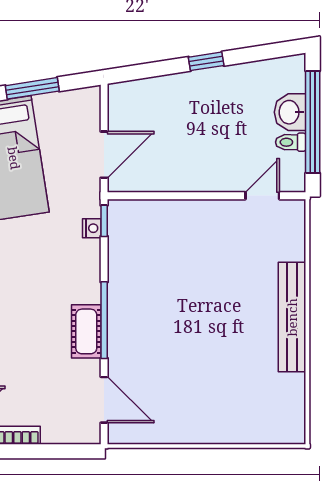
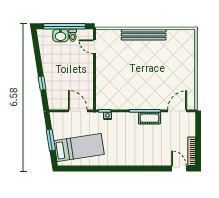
window: (206, 61) -> (42, 83), moved

